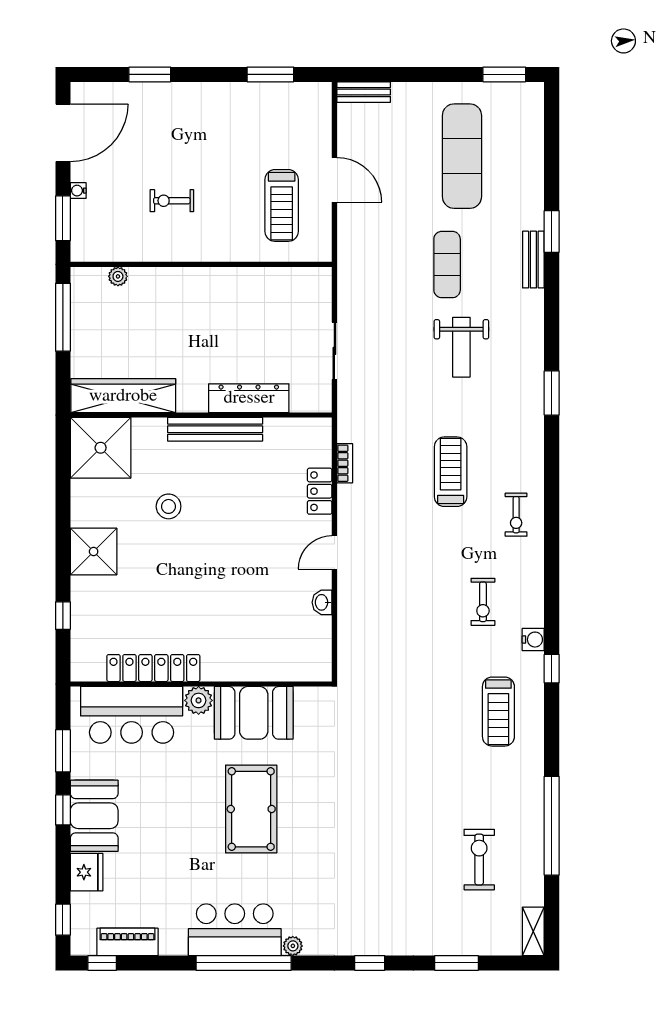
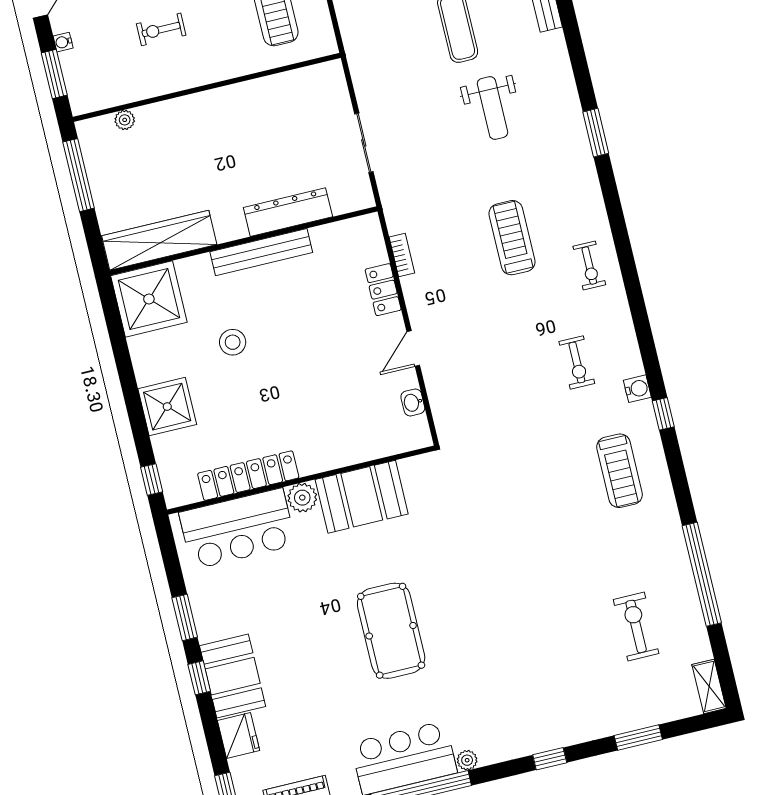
locker: (153, 668) -> (248, 476), moved
wall: (201, 684) -> (301, 480), moved
plant: (199, 700) -> (302, 498), moved
booth: (254, 713) -> (362, 497), moved
bar counter: (132, 715) -> (237, 529), moved

